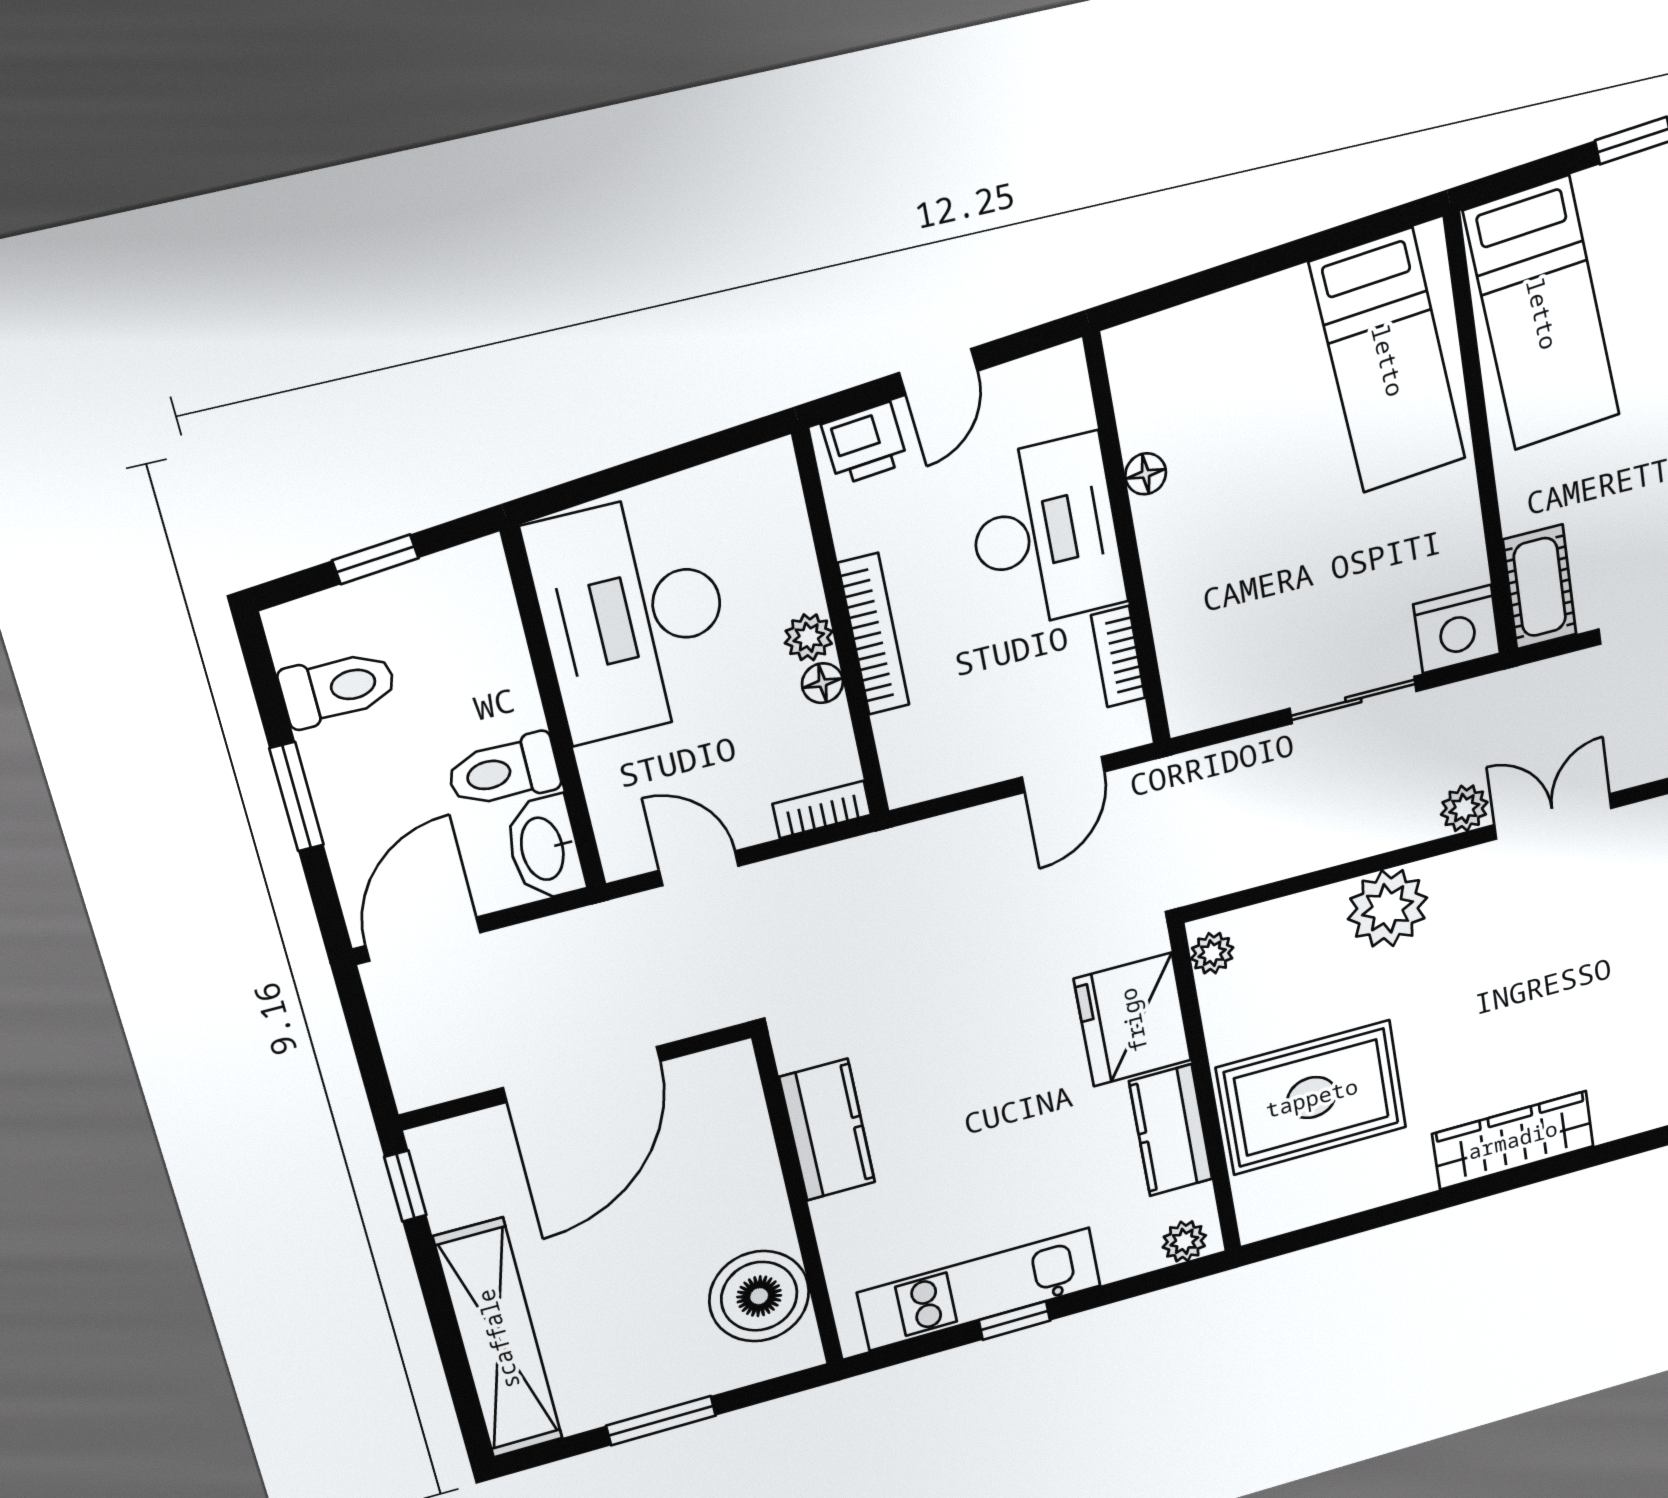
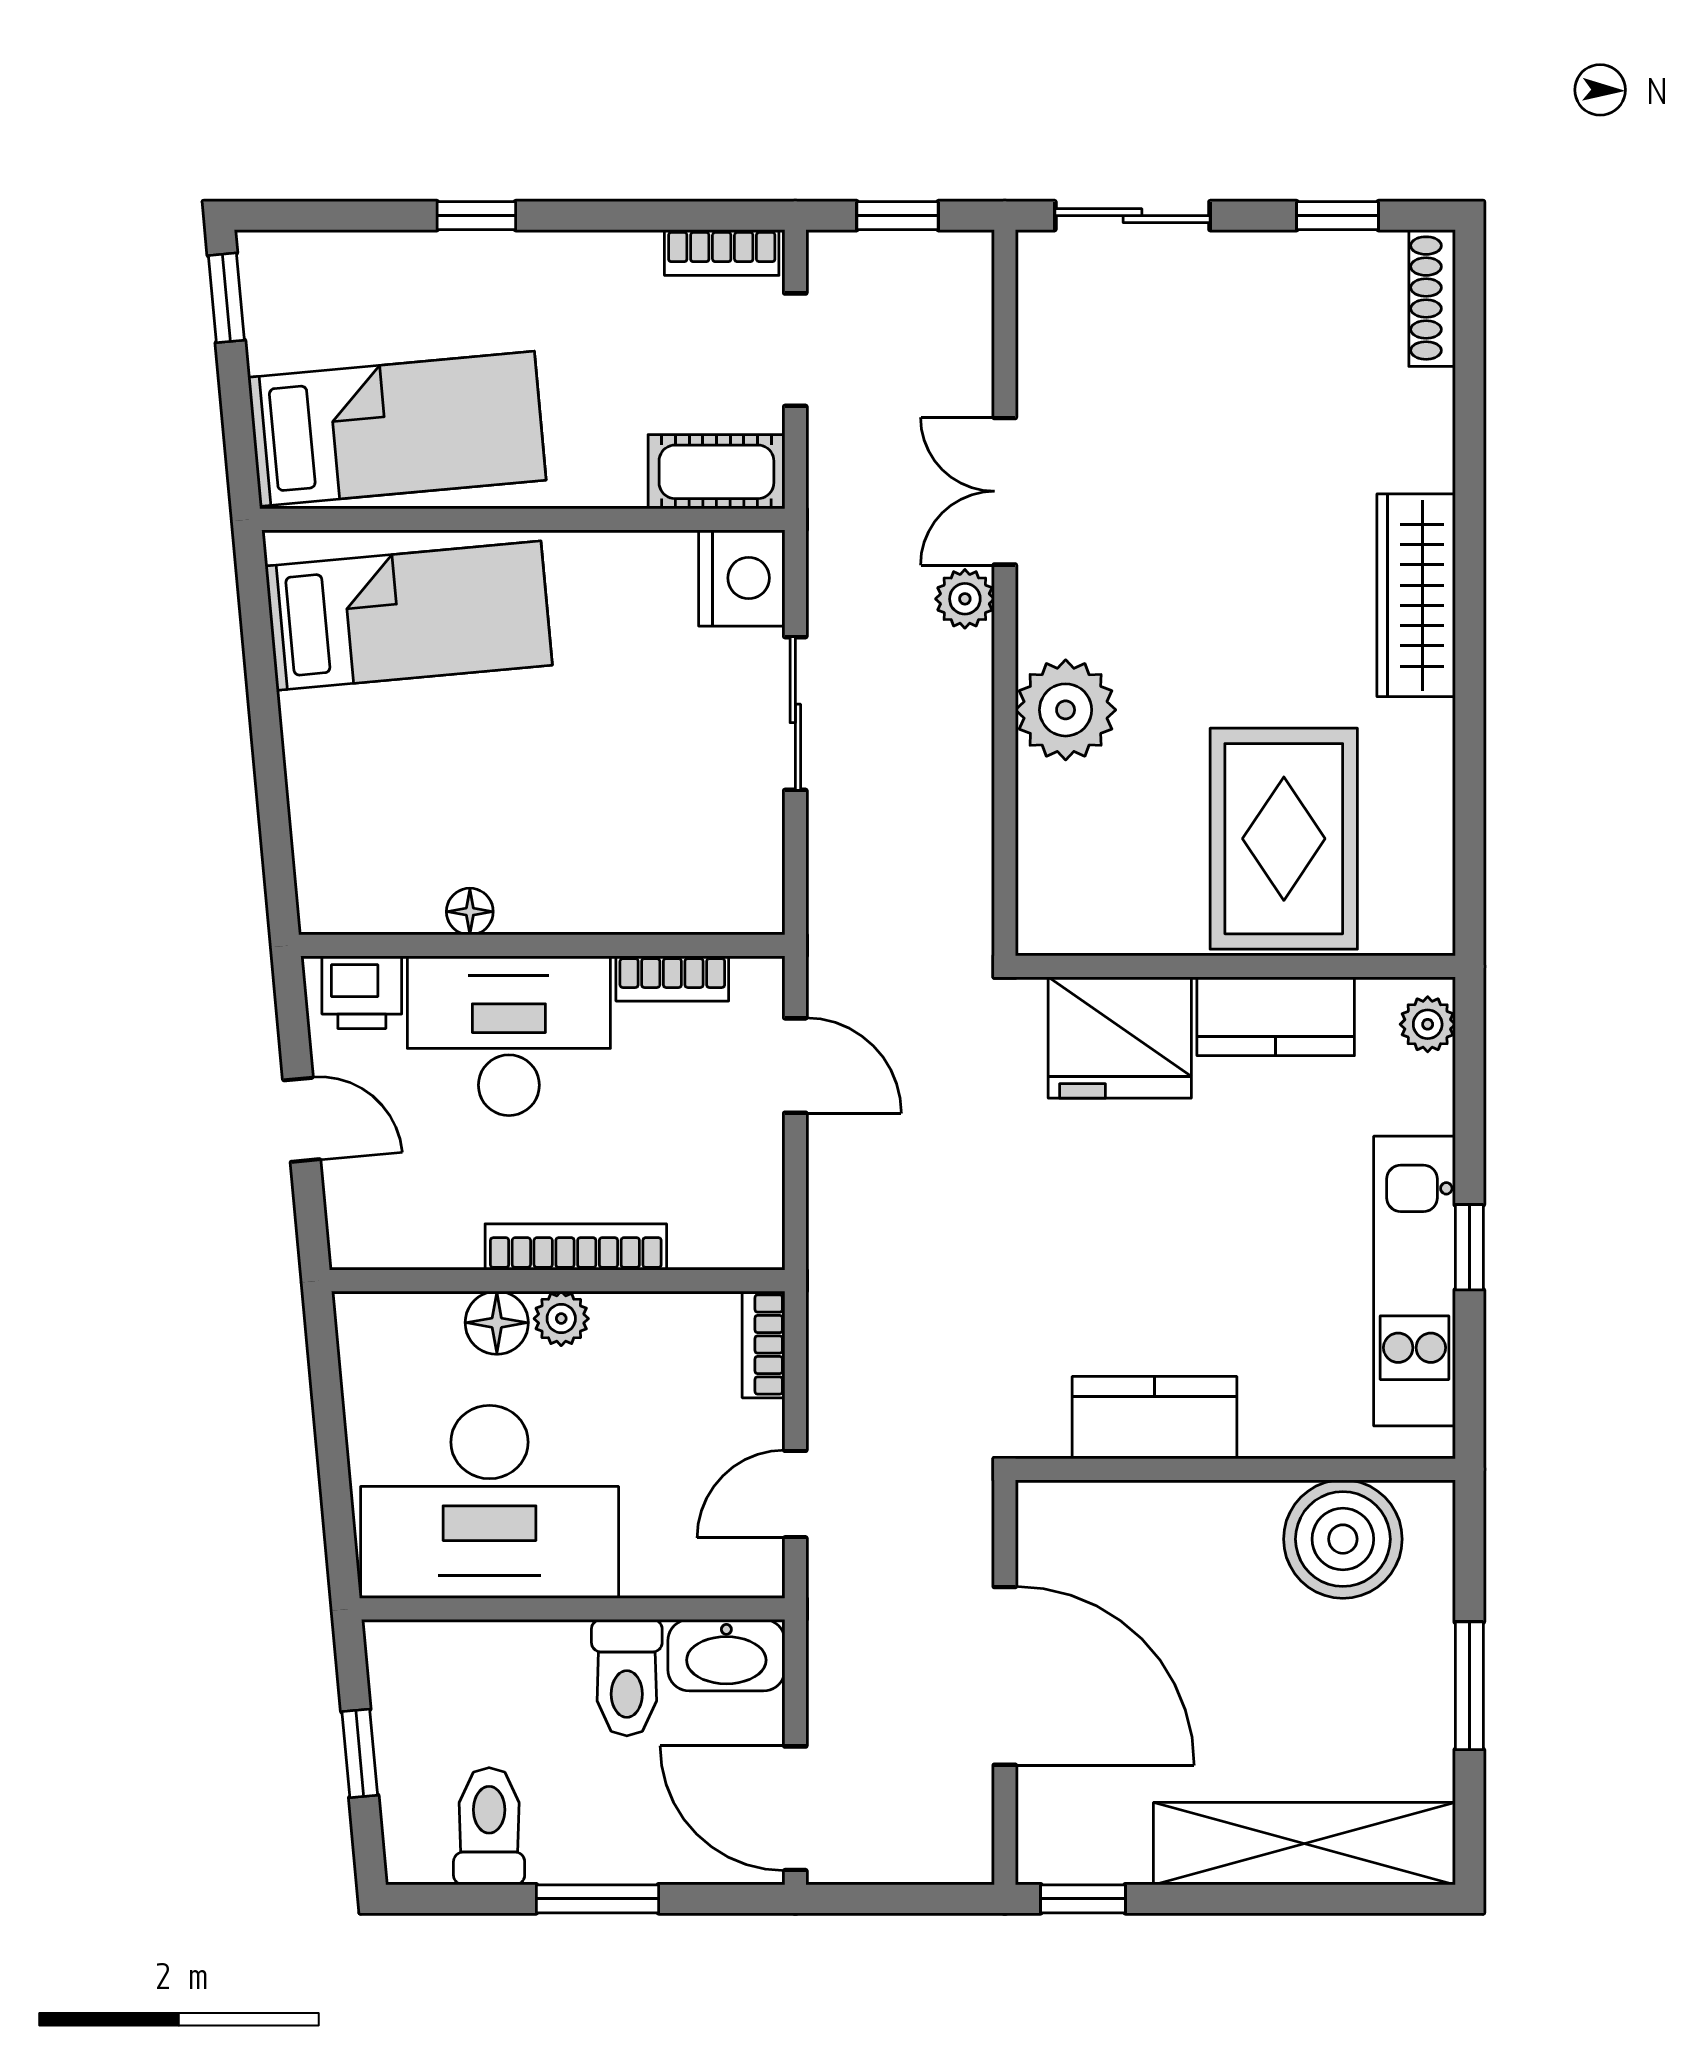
printer: (865, 444) -> (362, 992), moved, turned 95
floor lamp: (822, 683) -> (497, 1323), moved, width x1.37, depth x1.37
plant: (1212, 953) -> (1063, 930), removed

